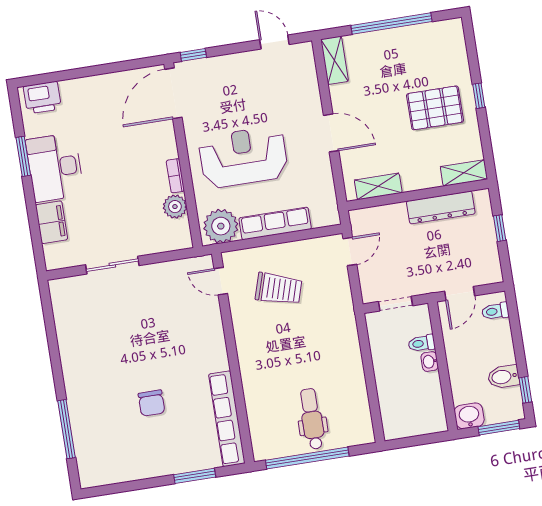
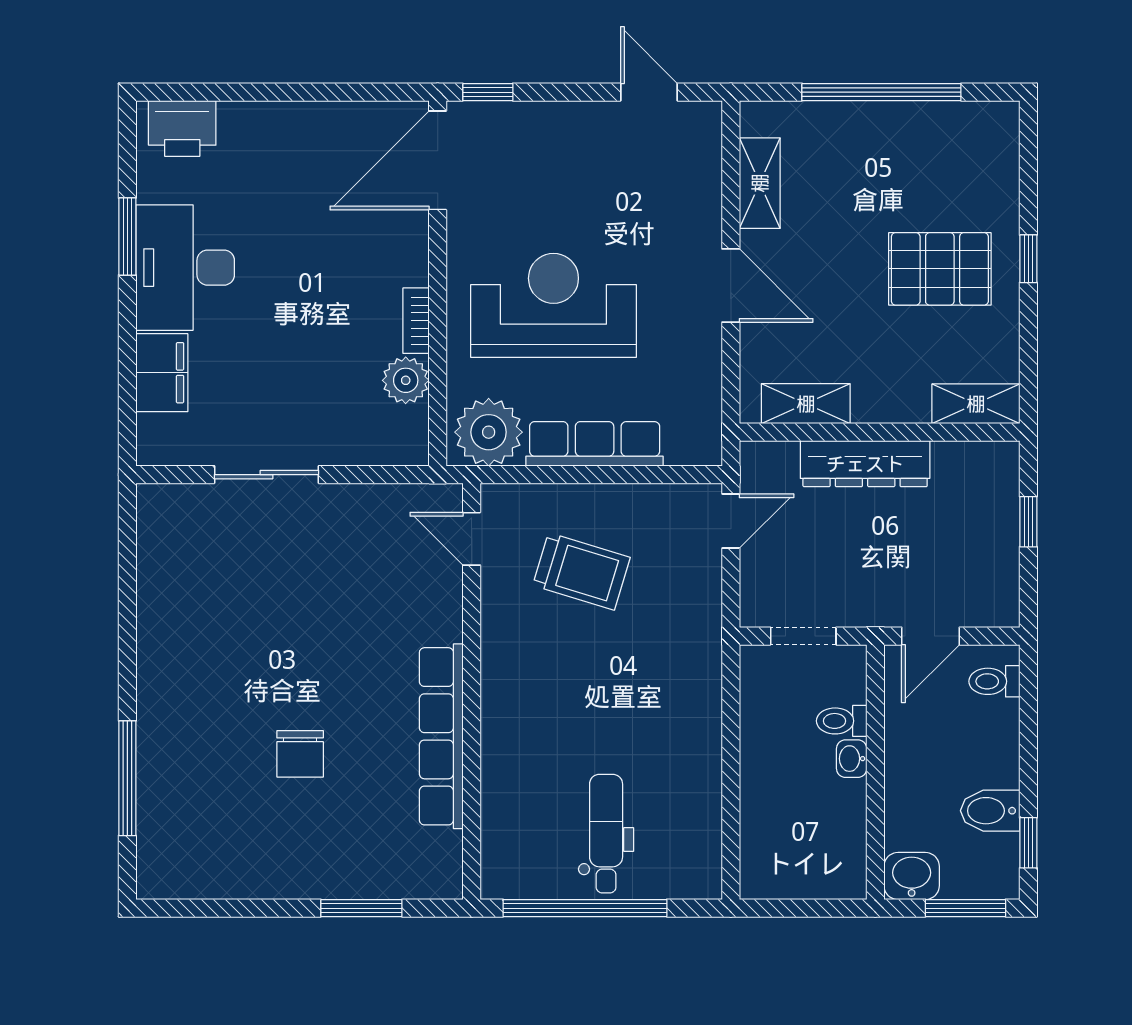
shelving: (334, 60) -> (760, 183), moved
dresser: (441, 207) -> (865, 464), moved
row of seats: (227, 419) -> (441, 736), moved

